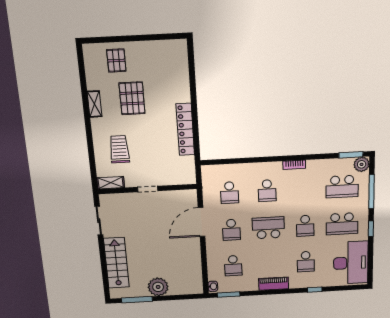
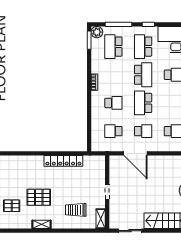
school desk: (342, 187) -> (113, 47), turned 180
school desk: (230, 193) -> (113, 131), turned 180
school desk: (342, 224) -> (143, 47), turned 180
school desk: (305, 226) -> (143, 75), width x1.85

